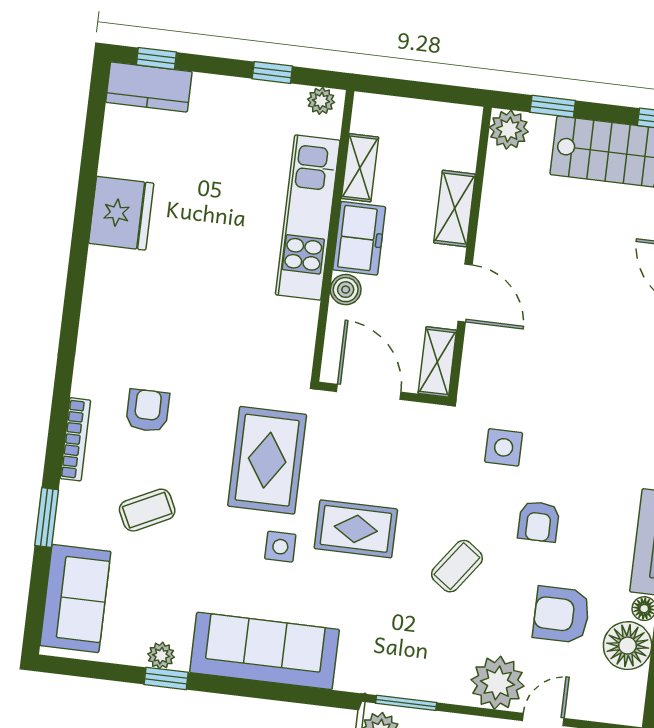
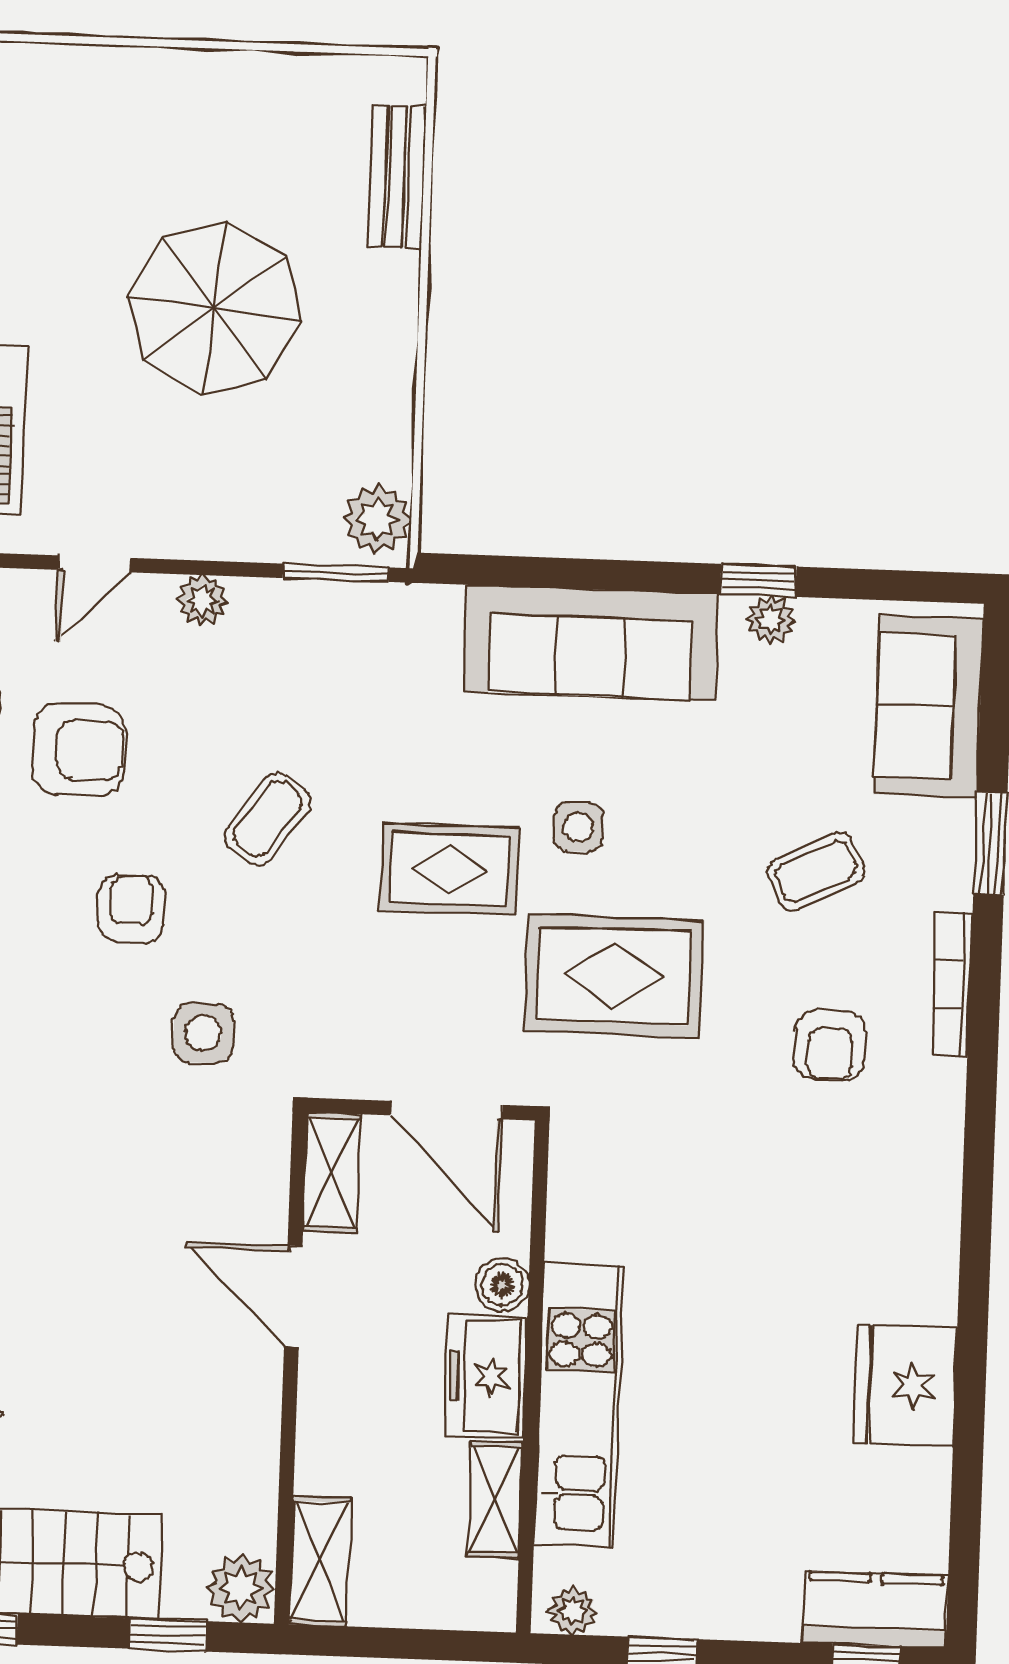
shelving: (455, 208) -> (320, 1561), moved
rug: (267, 460) -> (614, 976), turned 90
plant: (498, 683) -> (202, 600), width x0.53, depth x0.53

